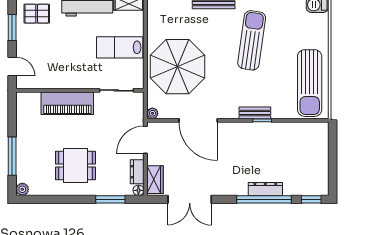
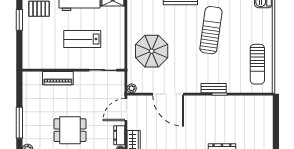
lab bench: (120, 47) -> (82, 39), moved
door: (12, 66) -> (19, 51), removed
parasol: (178, 67) -> (152, 51), width x0.73, depth x0.73
sun lounger: (310, 83) -> (257, 64), width x0.73, depth x0.75
piano: (67, 103) -> (58, 78), width x0.73, depth x0.75

